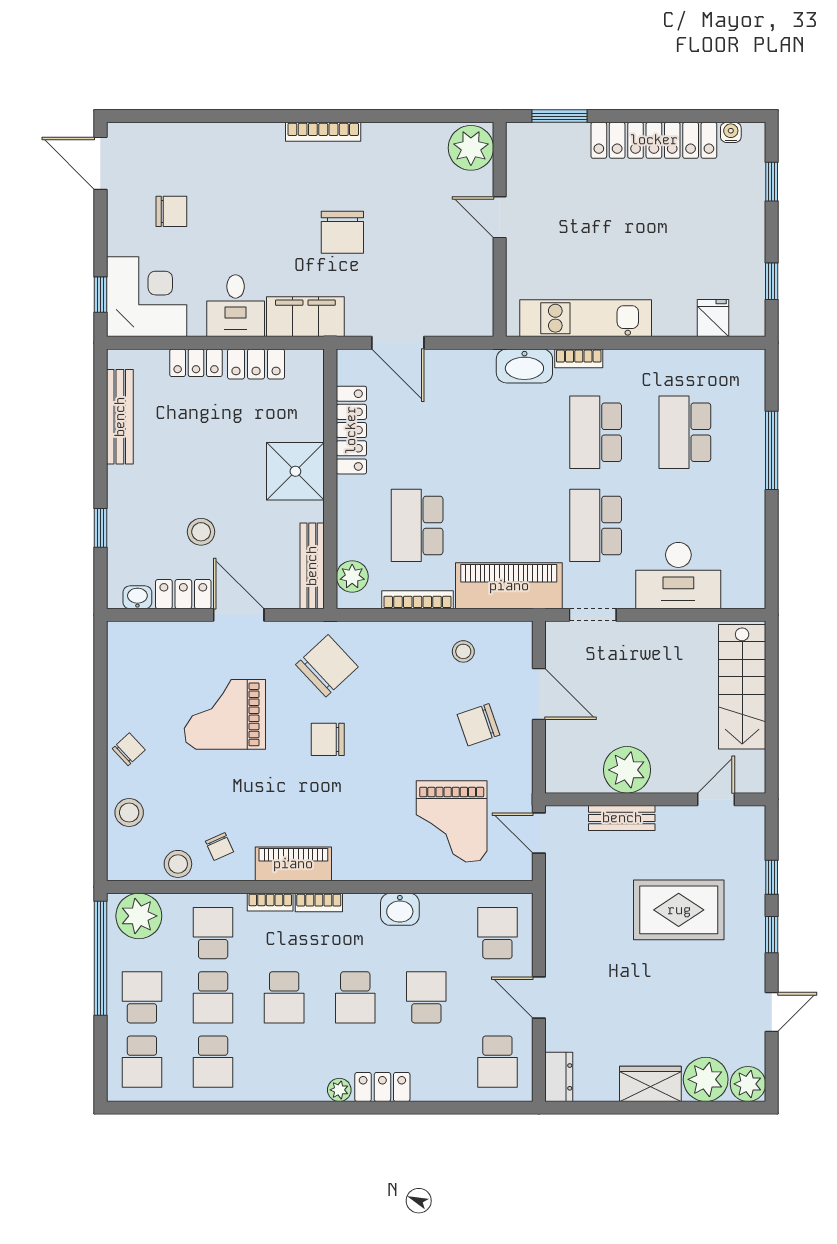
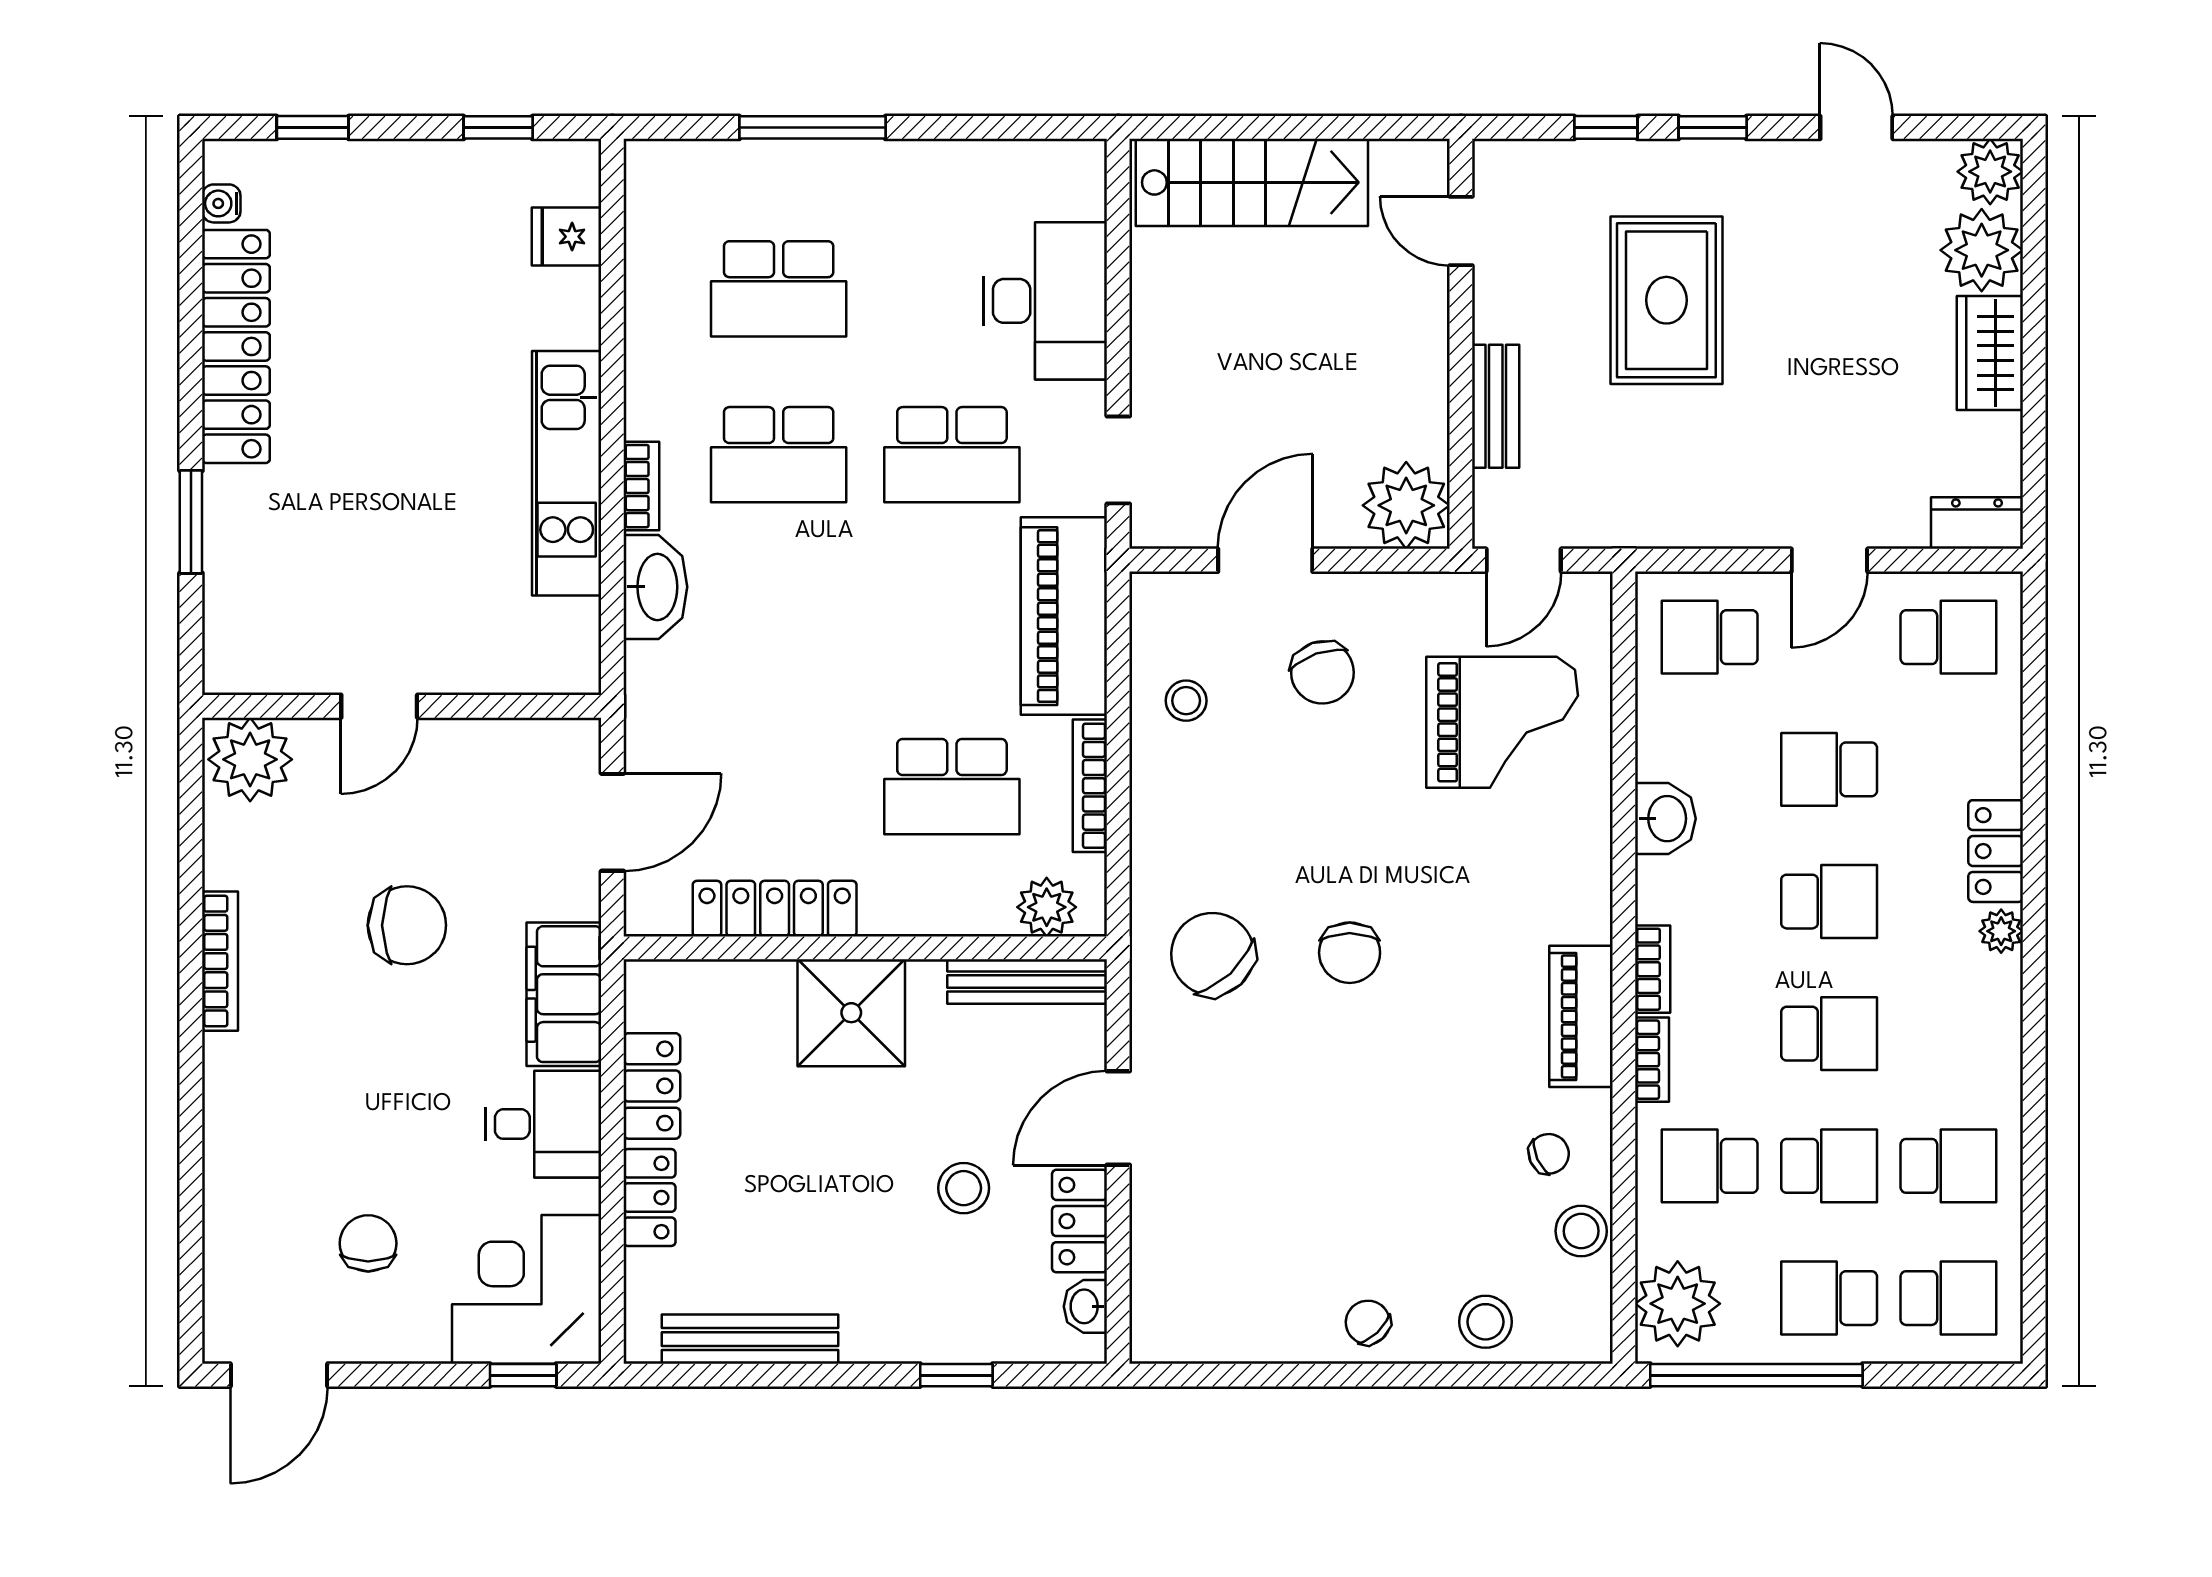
plant: (471, 148) -> (250, 759), moved
door: (500, 217) -> (379, 706), moved
wall: (500, 229) -> (402, 706), moved
grand piano: (225, 714) -> (1303, 1144), removed
plant: (627, 770) -> (1406, 505), moved

